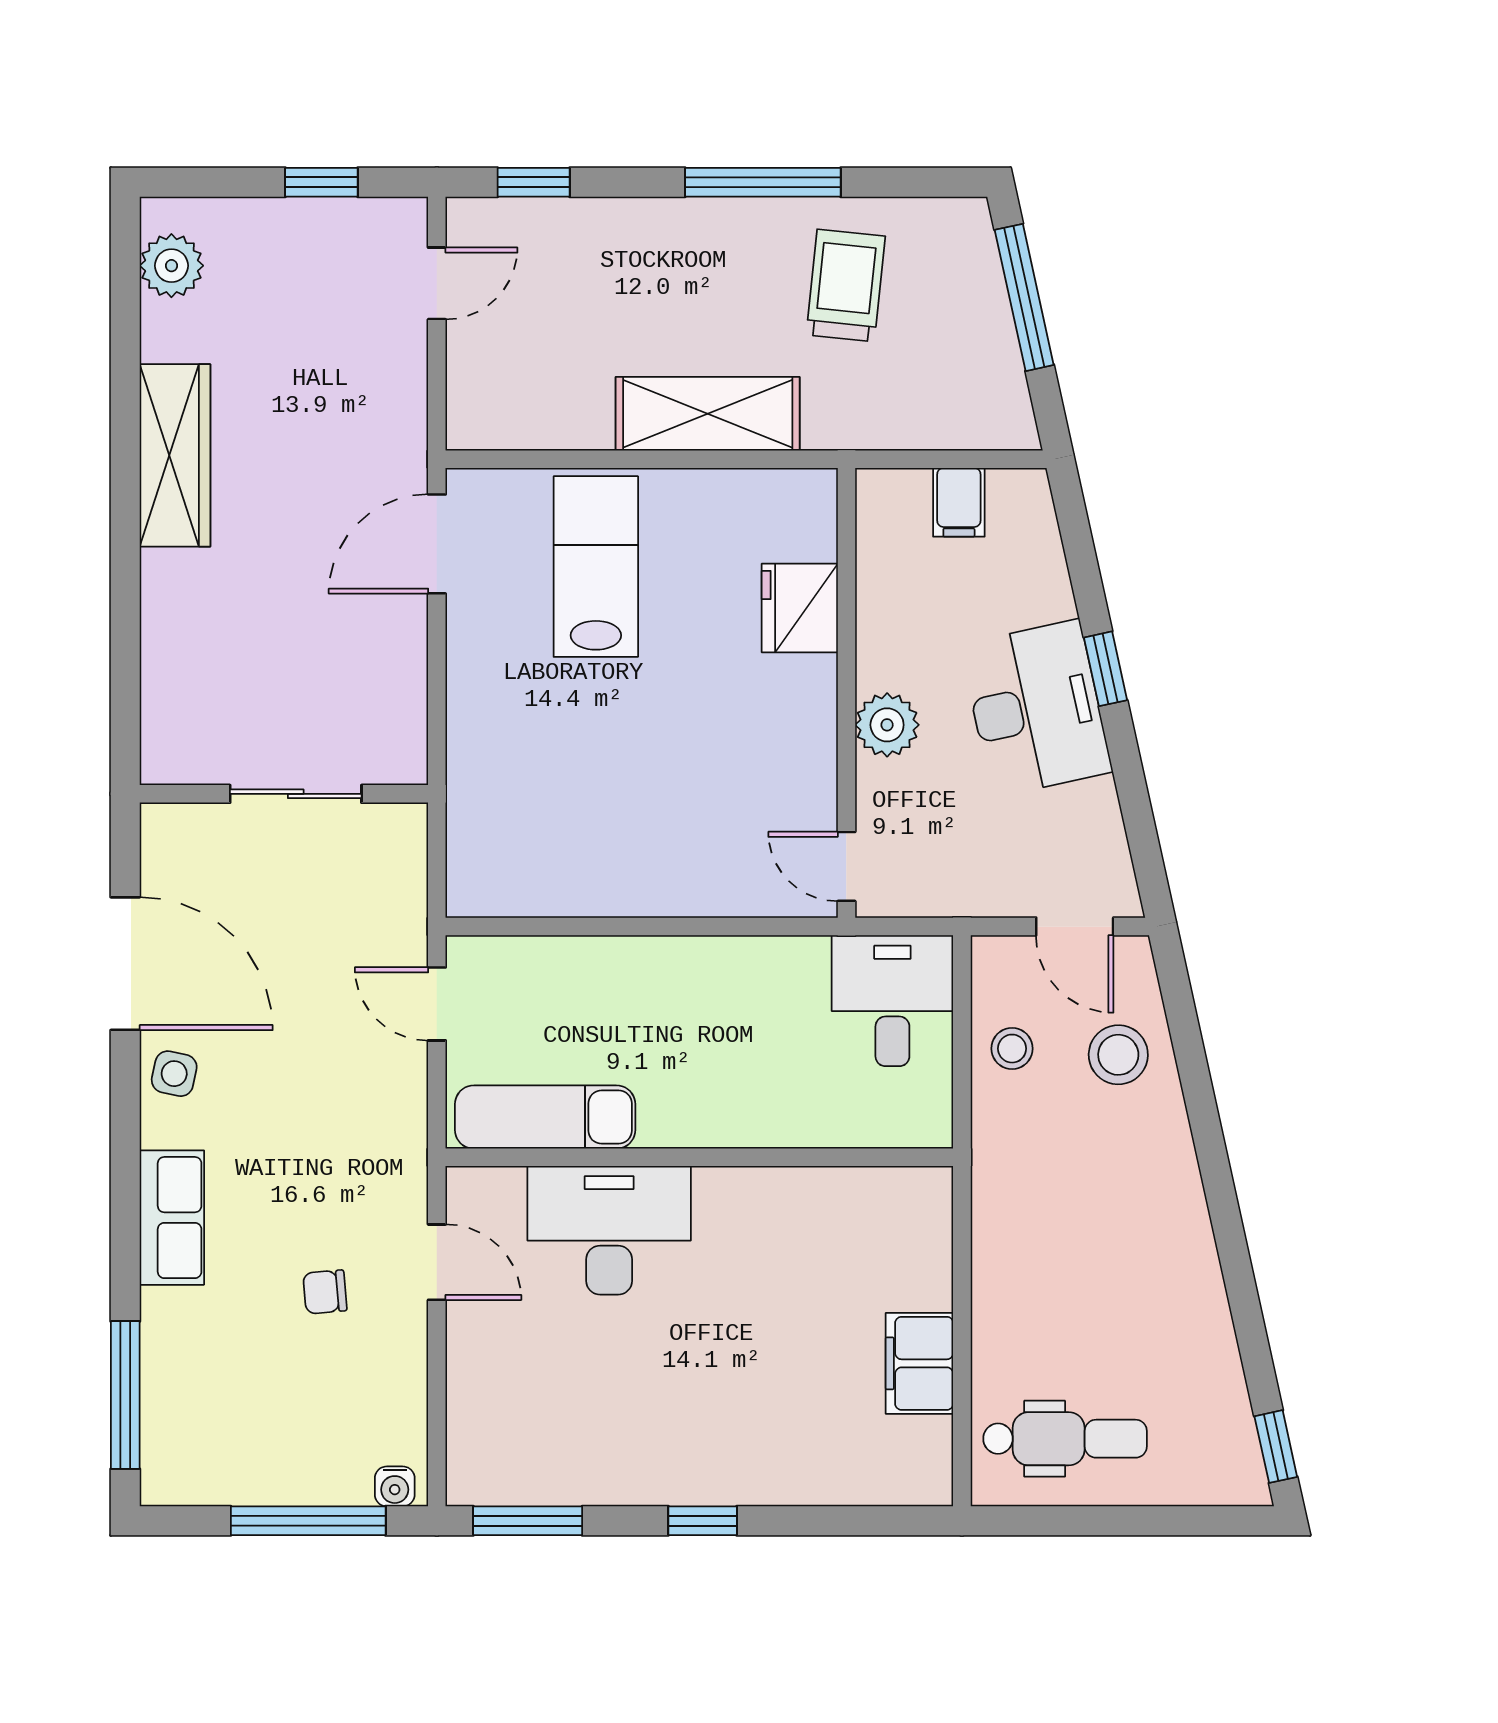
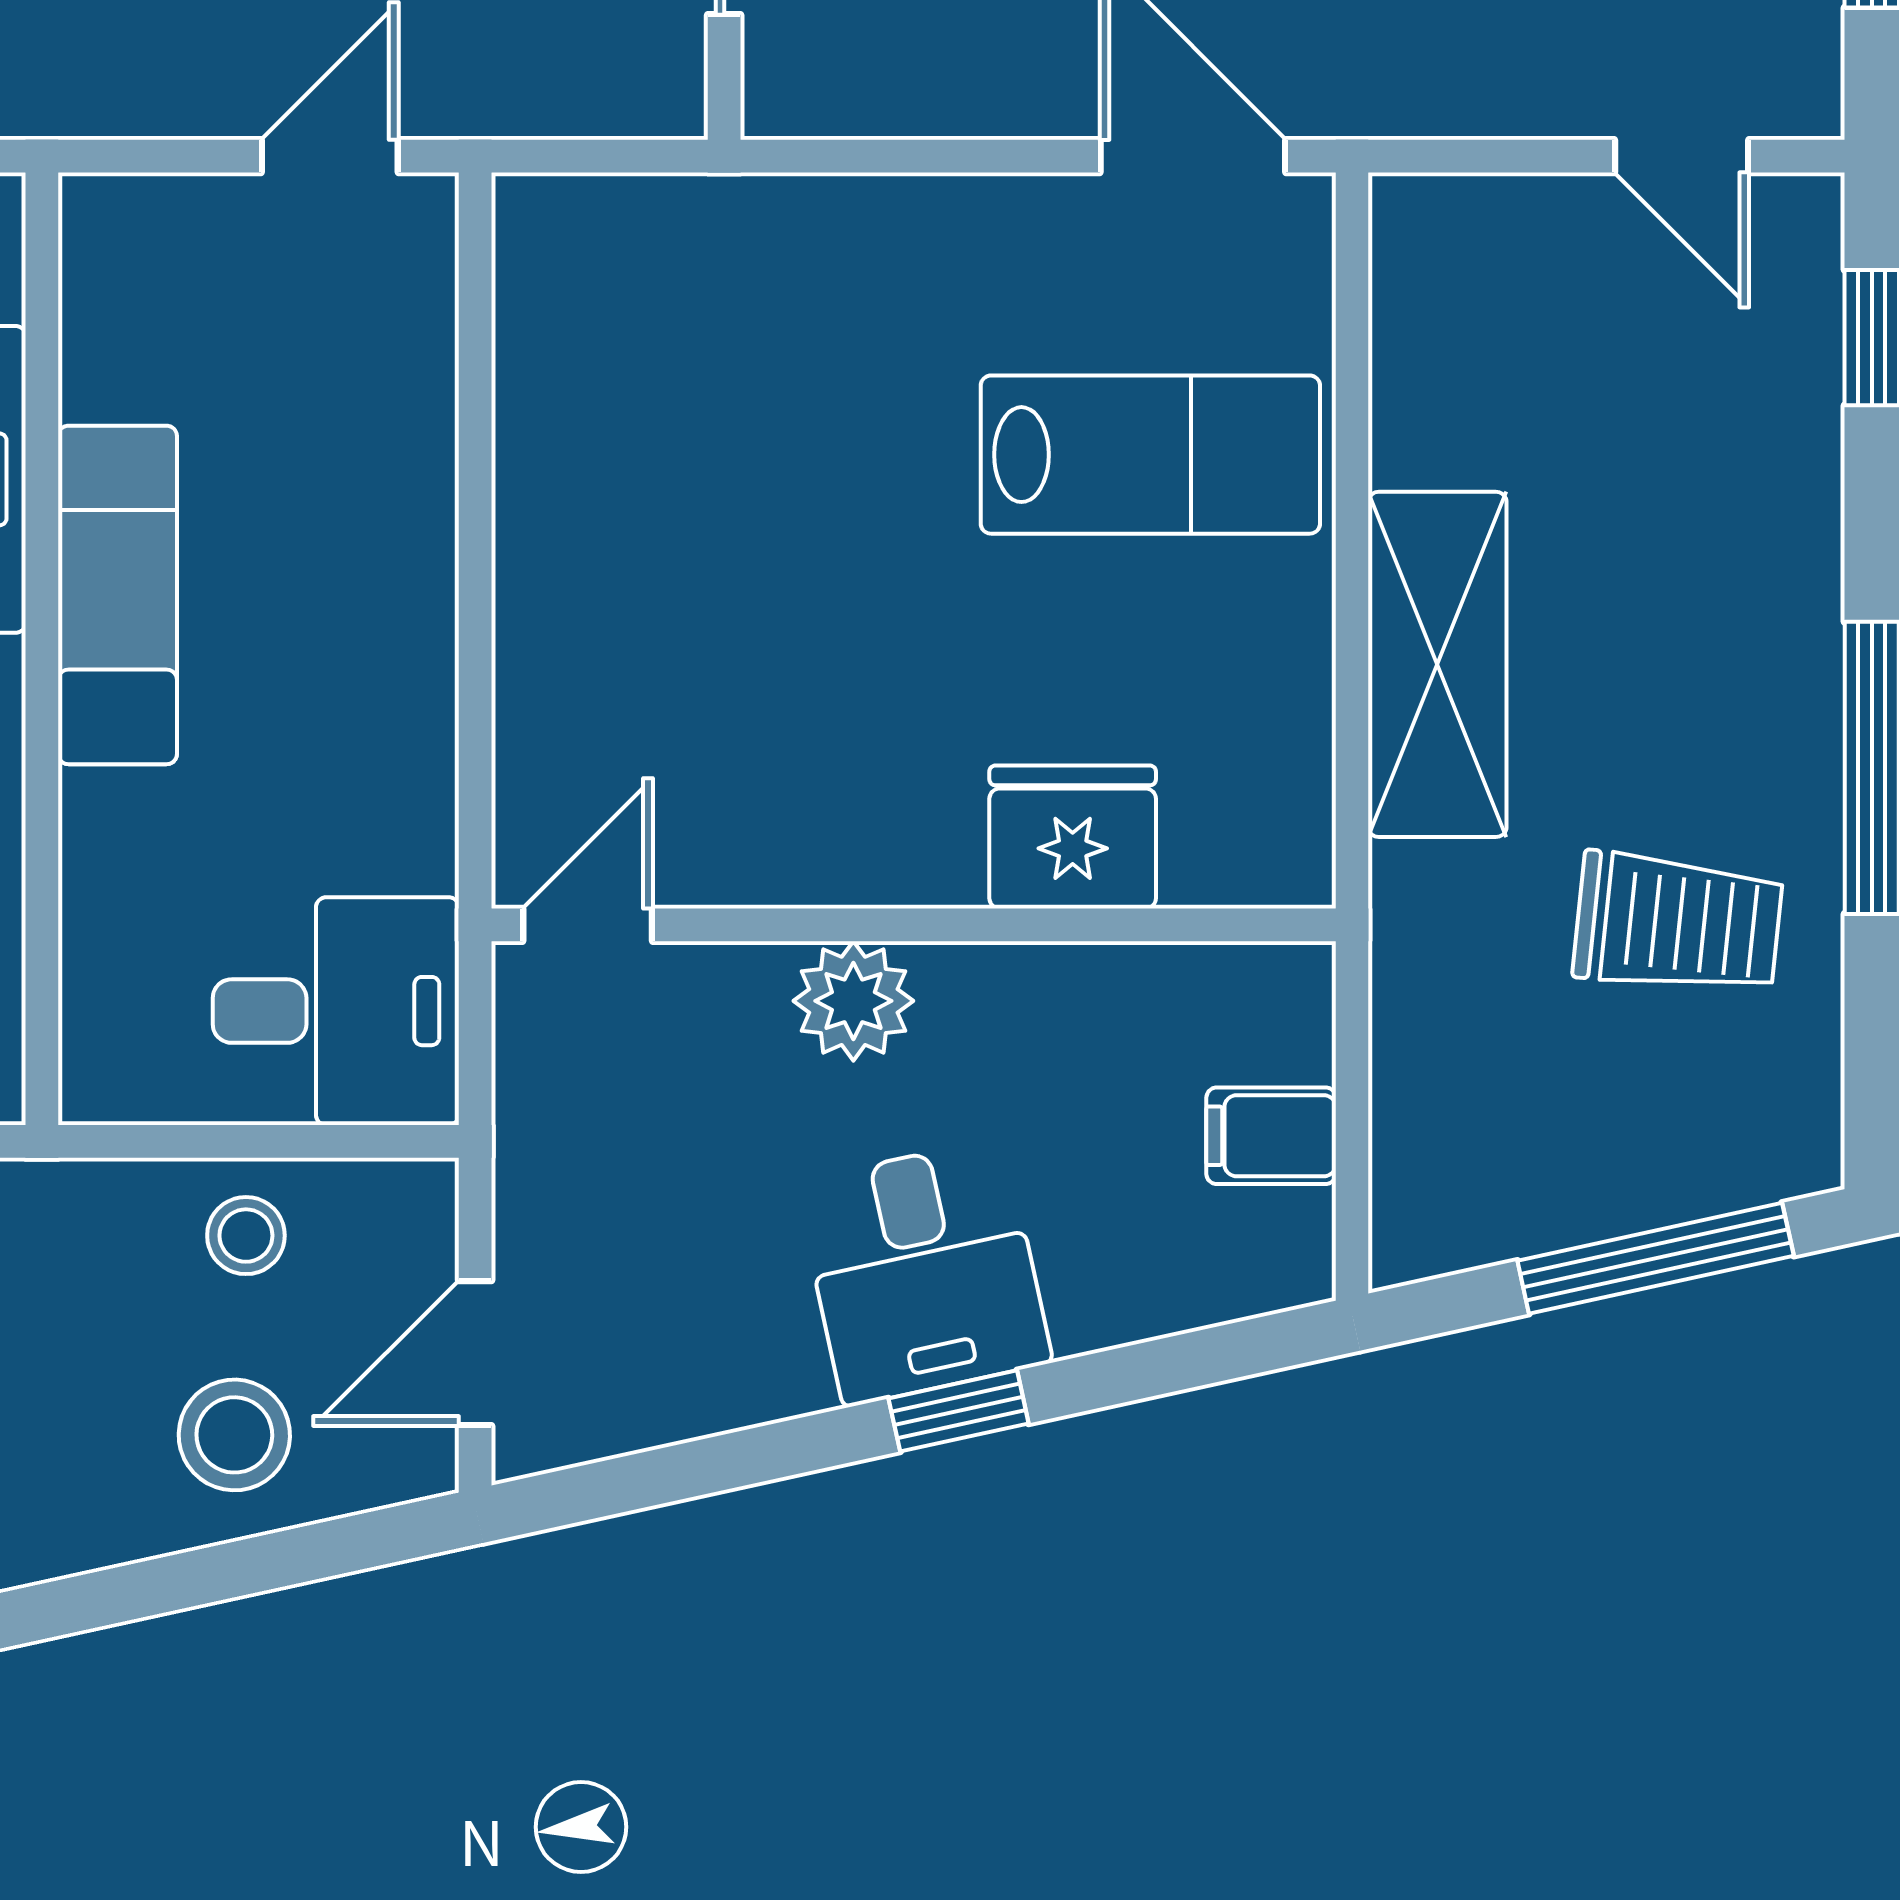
desk: (1036, 708) -> (924, 1272), width x0.73
exam couch: (545, 1117) -> (118, 595), moved

